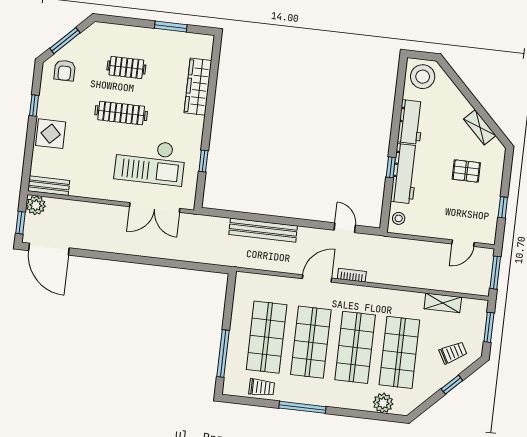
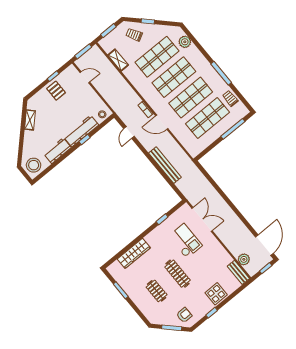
checkout: (150, 162) -> (185, 241), width x0.73, depth x0.83
pallet: (466, 171) -> (56, 91), moved
plant: (36, 205) -> (244, 259), moved

